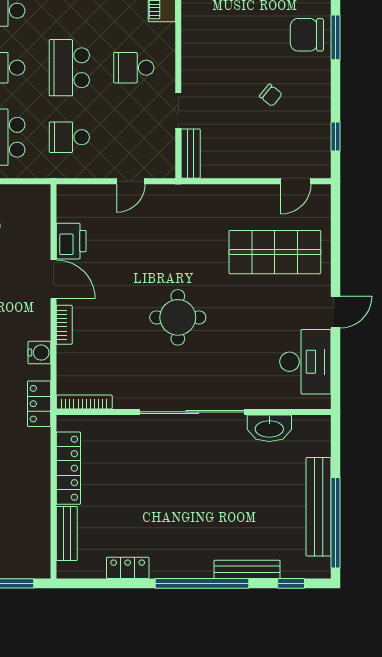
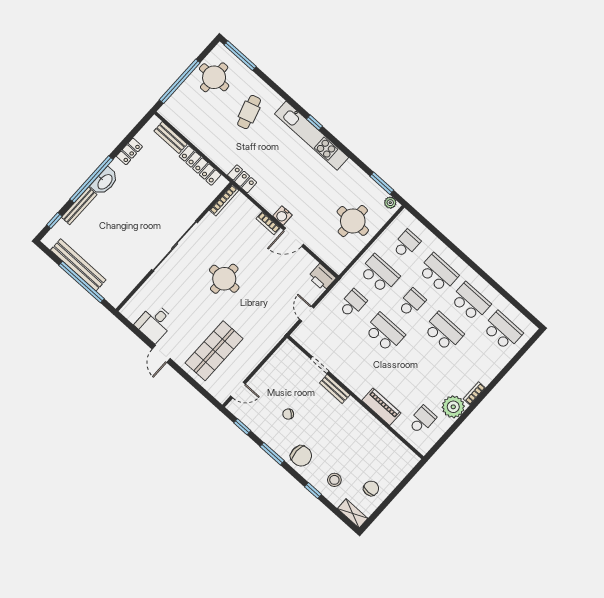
chair: (307, 35) -> (301, 456), turned 90
window: (335, 37) -> (272, 454), moved
school desk: (134, 68) -> (358, 362), removed
bench: (191, 154) -> (335, 389), moved
door: (296, 181) -> (238, 390), swing flipped
printer: (71, 241) -> (322, 277), moved
water cooler: (39, 353) -> (282, 215), moved
desk: (305, 362) -> (155, 323), width x0.73
washbasin: (269, 428) -> (105, 181), moved, turned 180
window: (335, 523) -> (81, 282), moved

